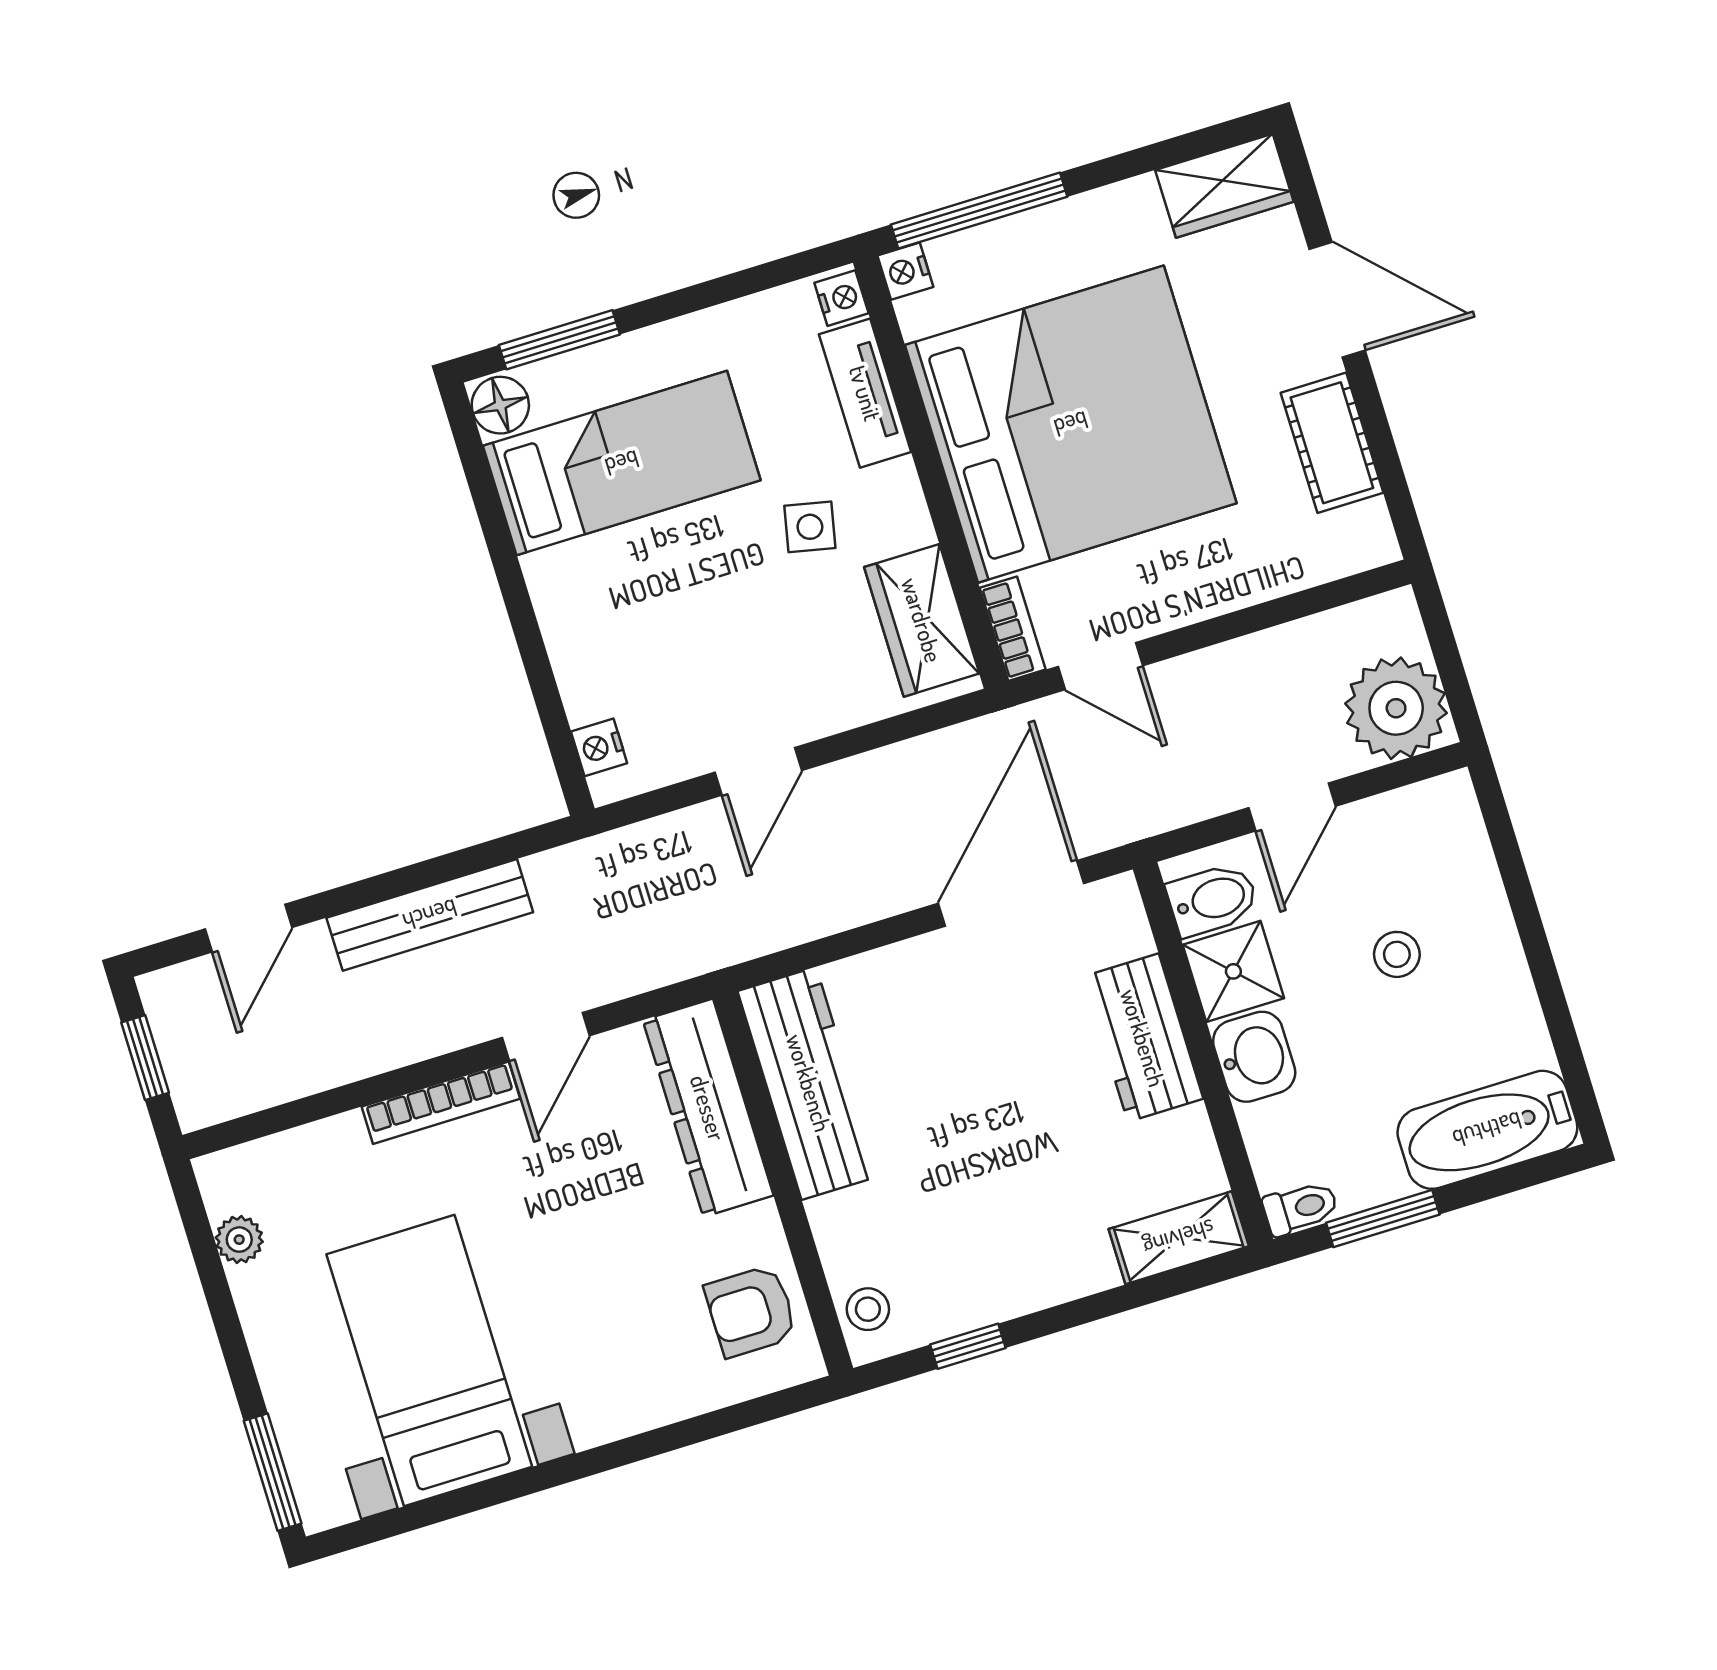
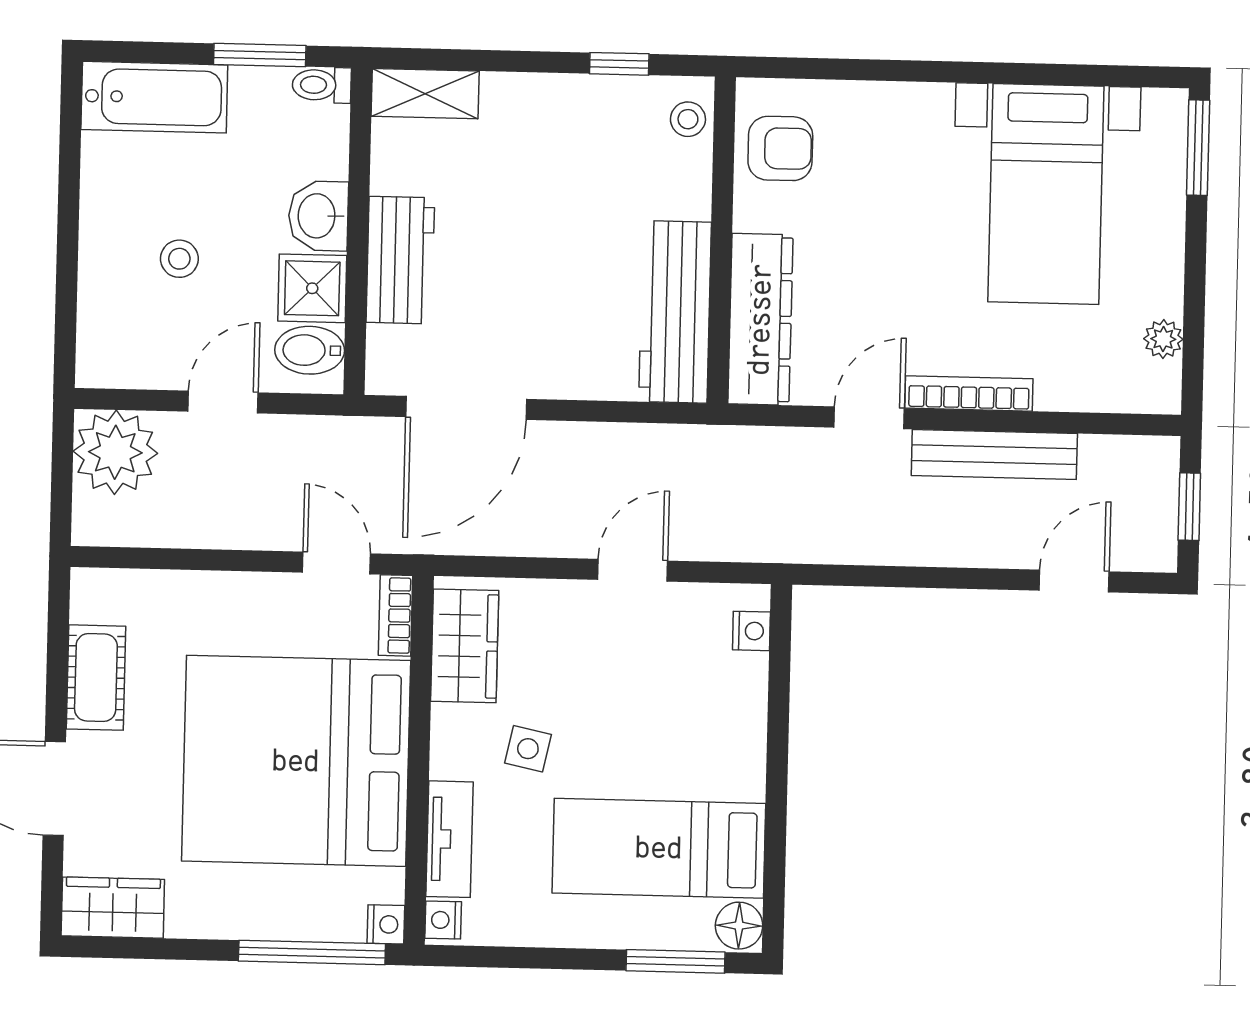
bench: (430, 915) -> (994, 455), moved

